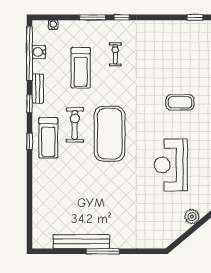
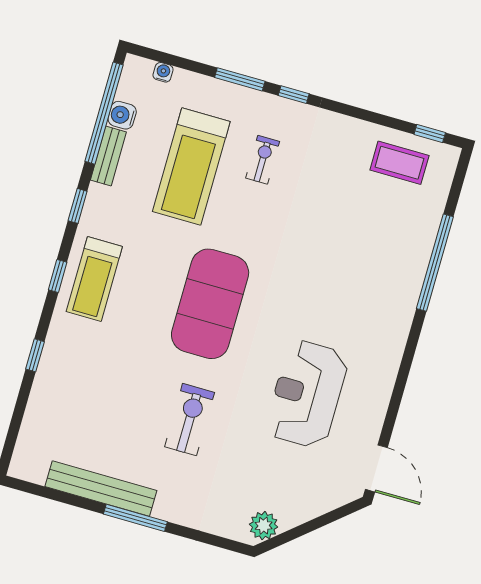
treadmill: (81, 68) -> (191, 166), width x1.37, depth x1.38
bench: (38, 88) -> (108, 156), moved
coffee table: (180, 102) -> (399, 163), moved
exercise bike: (75, 125) -> (190, 420), moved
window: (29, 184) -> (35, 355), added
plant: (192, 217) -> (264, 526), moved

